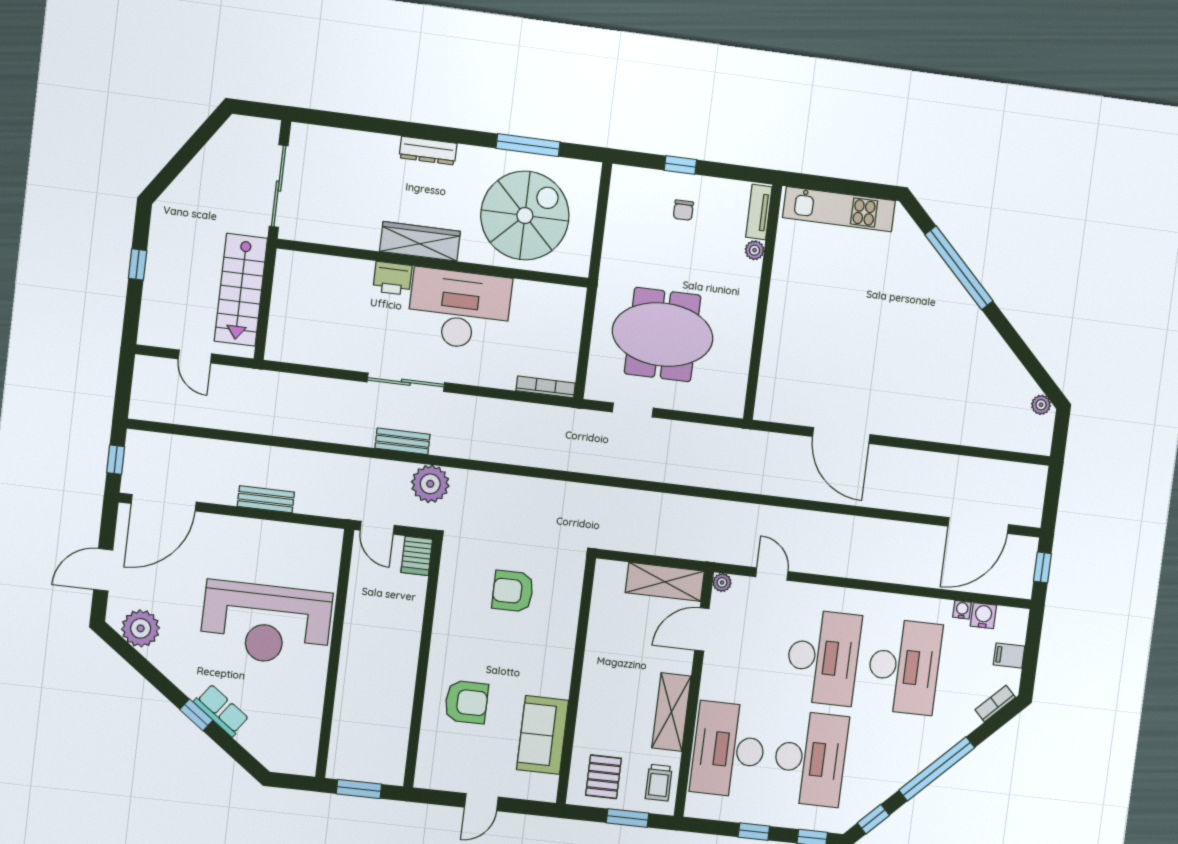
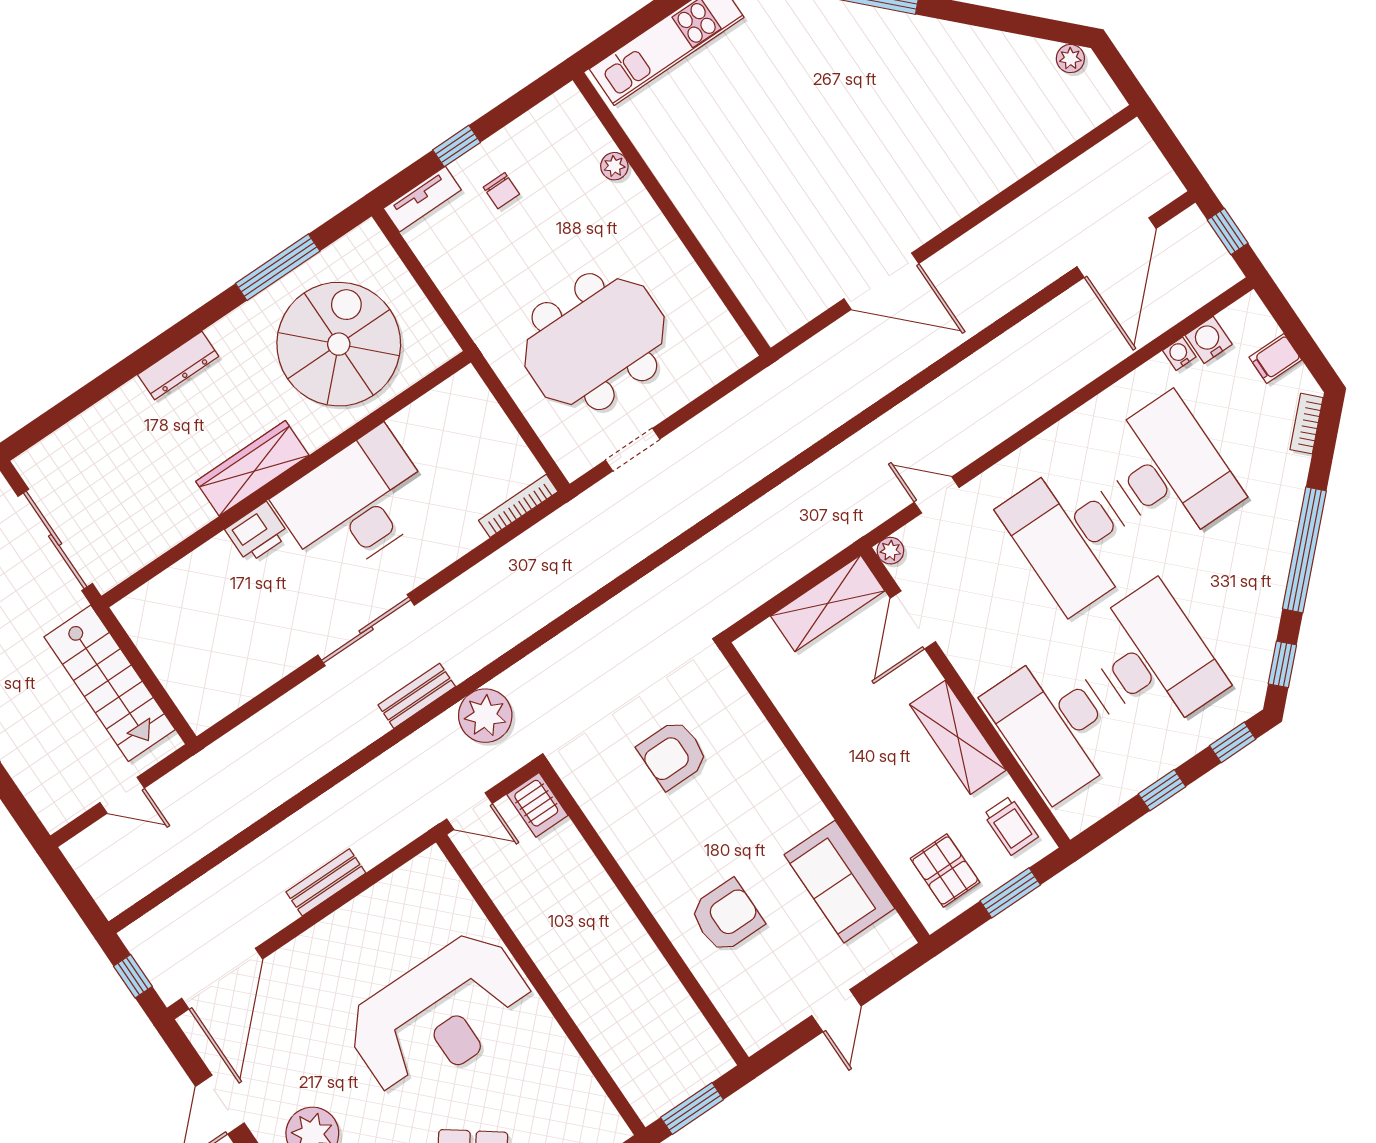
tv unit: (759, 212) -> (422, 199), moved, turned -90
desk: (823, 657) -> (1072, 537), turned 180

